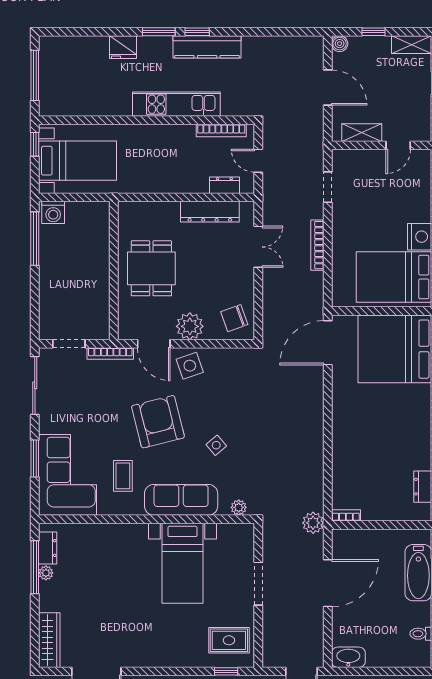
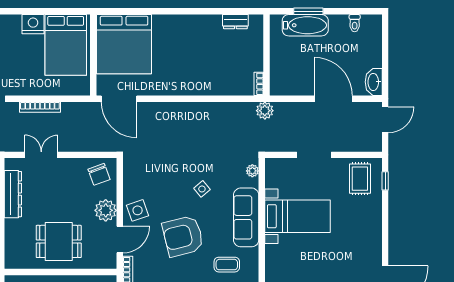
door: (328, 583) -> (333, 99), moved

